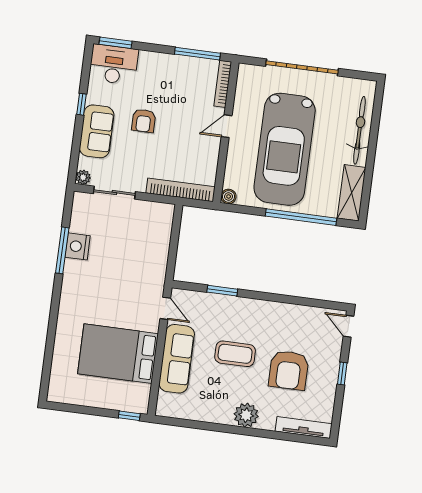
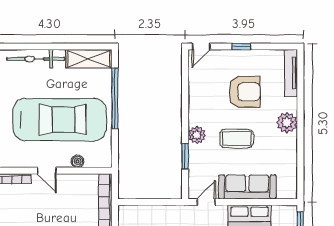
boiler: (229, 196) -> (78, 161), moved
plant: (245, 308) -> (197, 135), added
coffee table: (235, 354) -> (237, 139), turned 90

